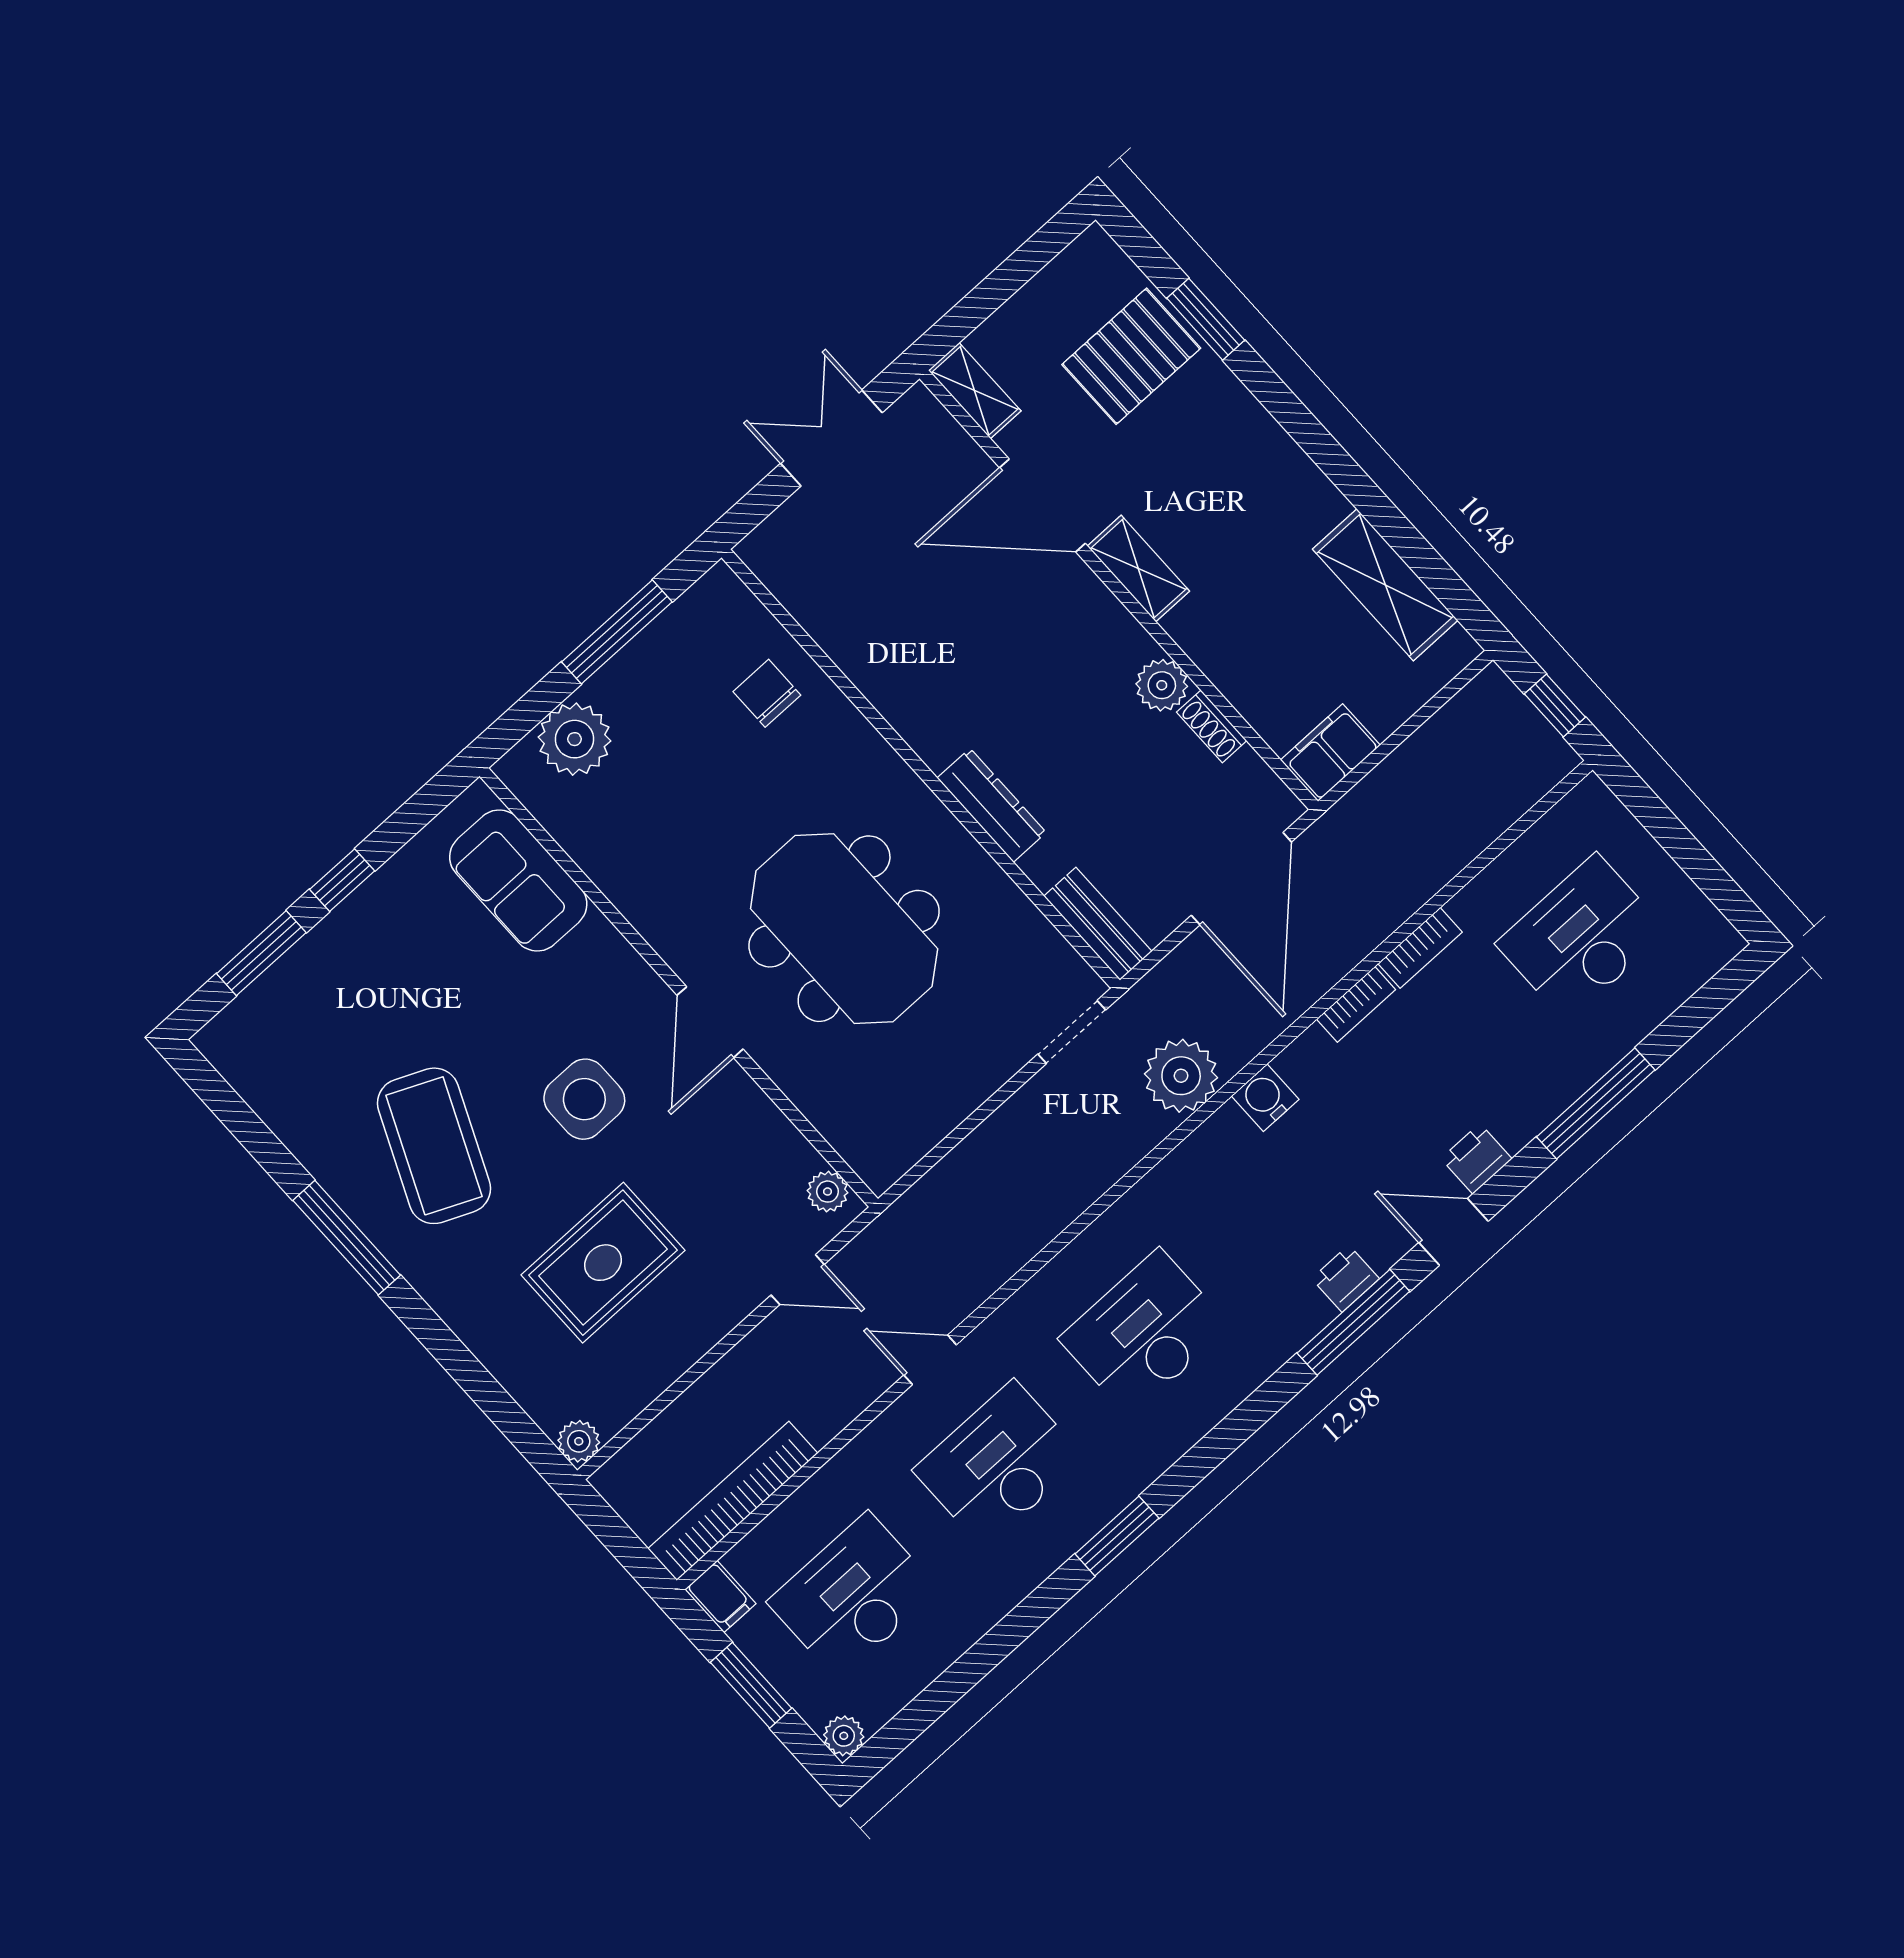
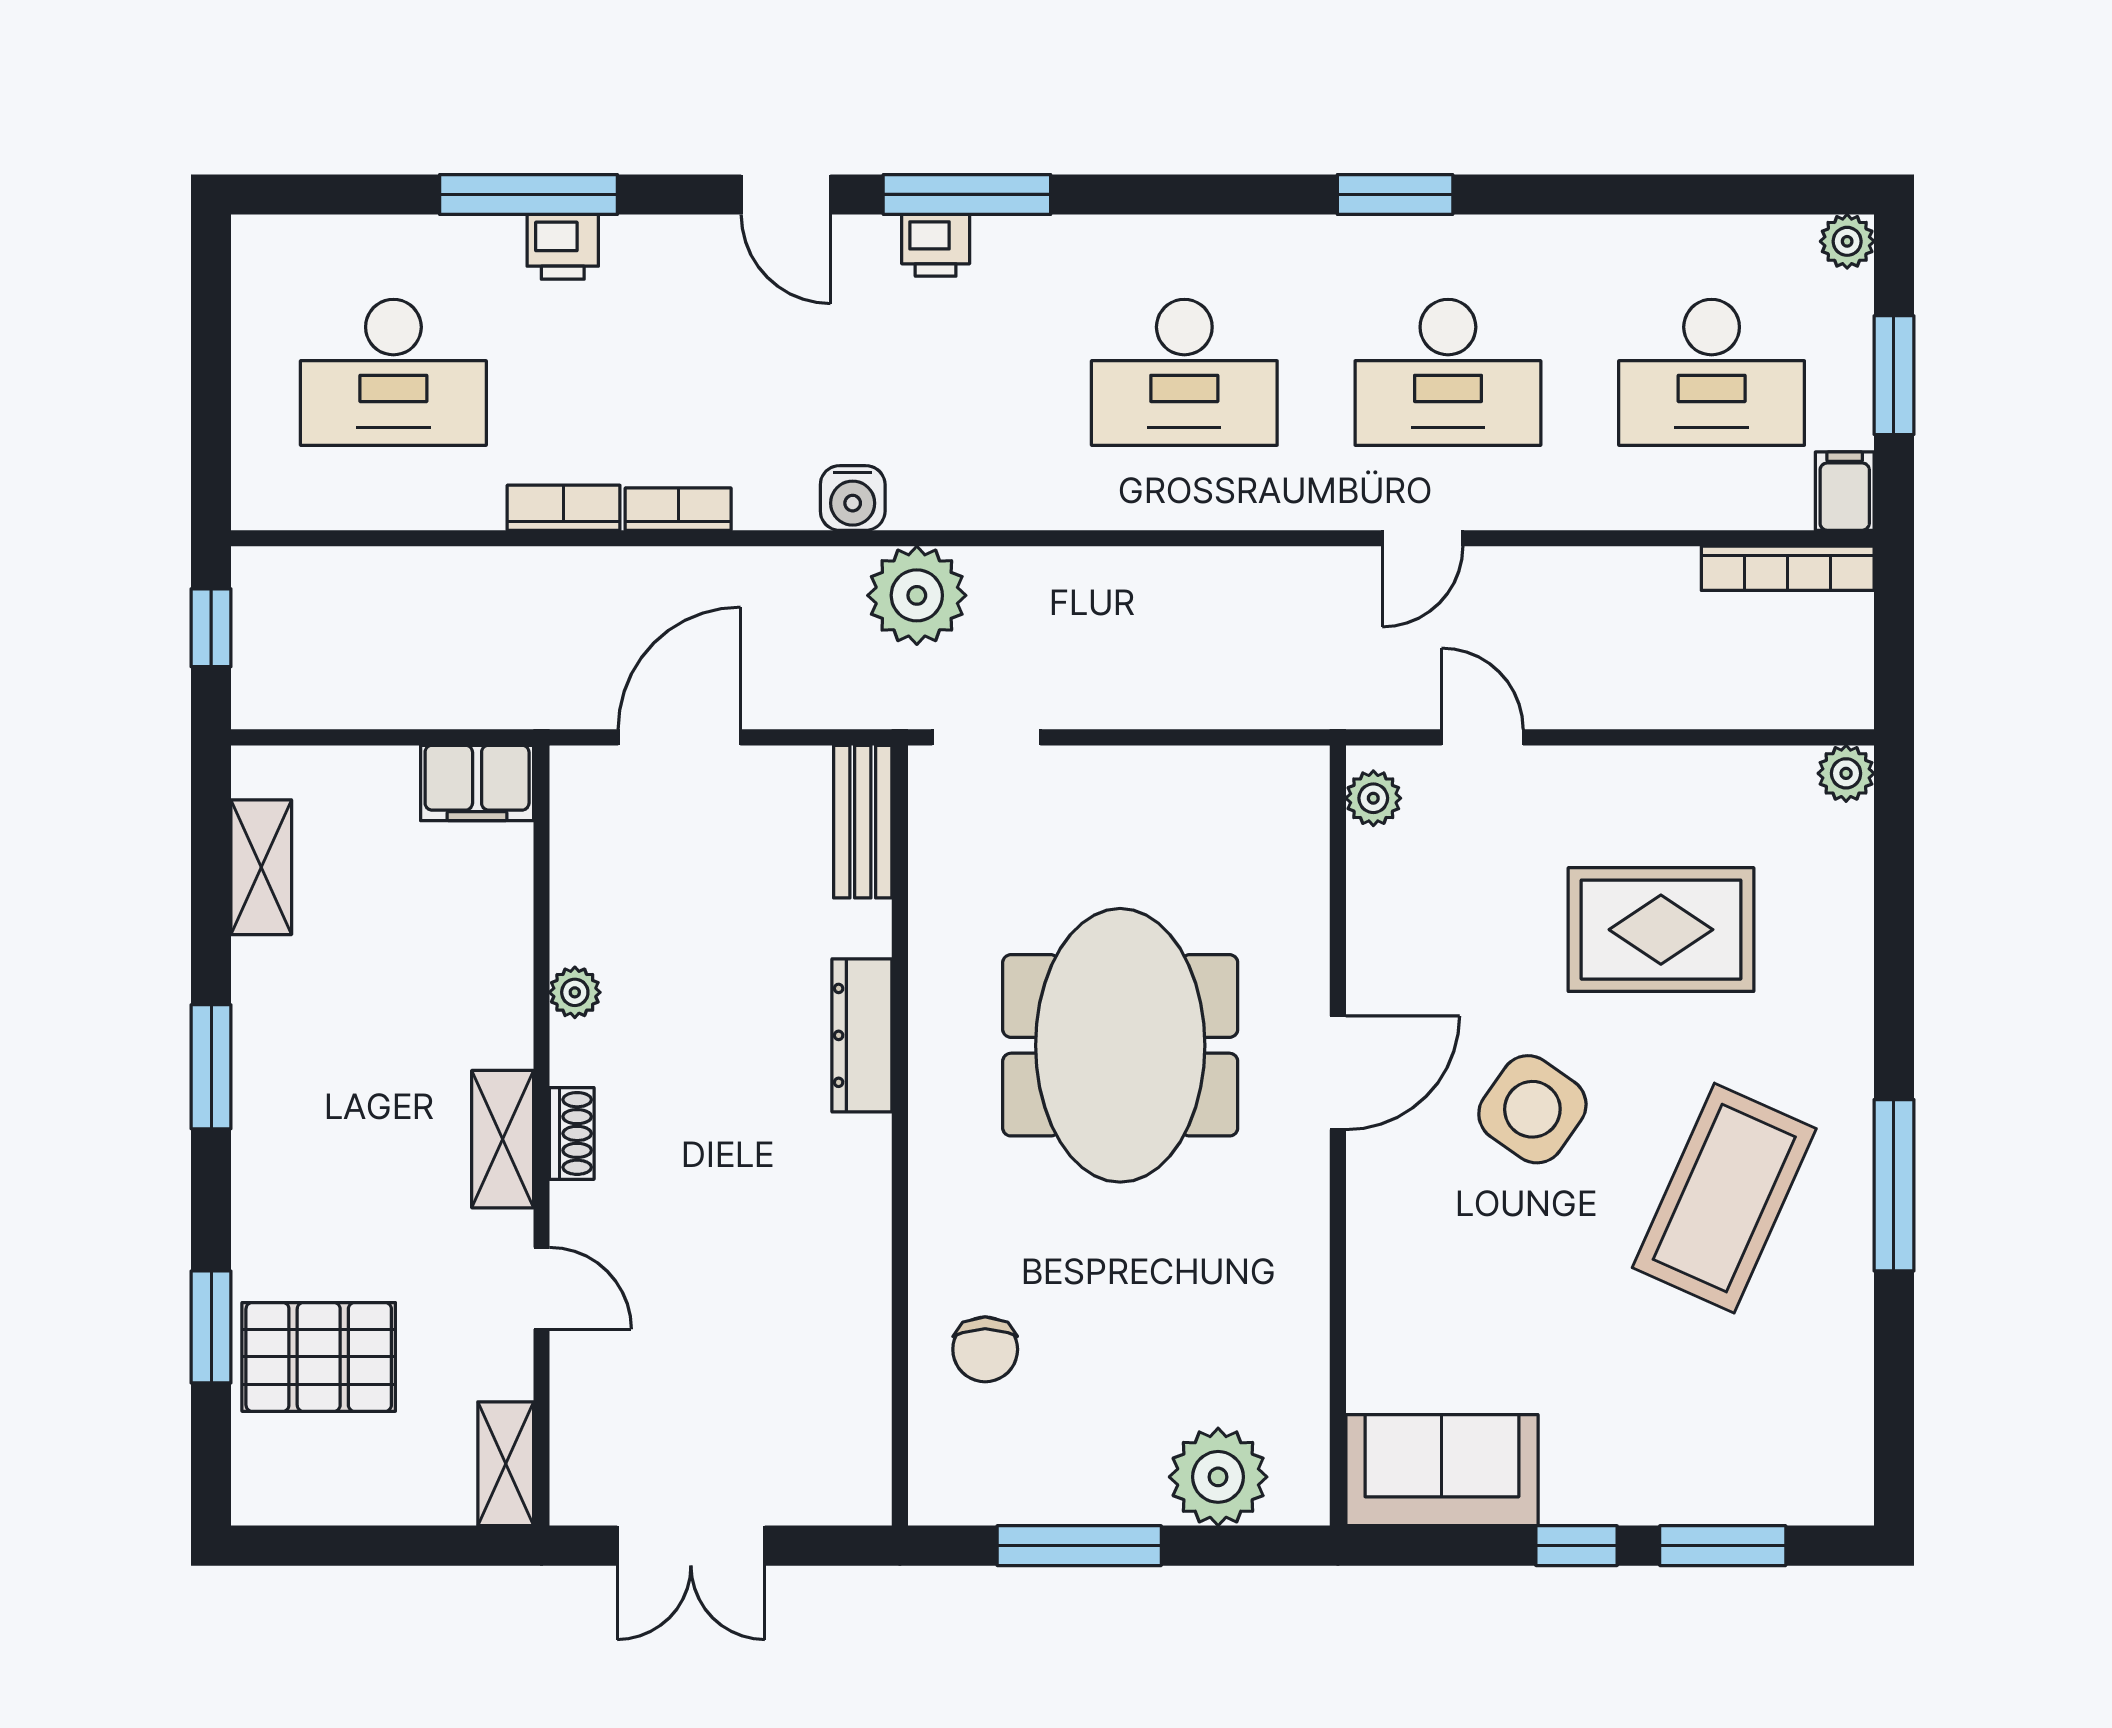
window: (1336, 463) -> (211, 1067), added
door: (1042, 506) -> (541, 1288), width x0.53
shelving: (1385, 585) -> (261, 867), width x0.67, depth x0.75
plant: (1162, 685) -> (575, 992), width x0.73, depth x0.73
shoe rack: (1212, 726) -> (572, 1133), moved
door: (1241, 879) -> (679, 737), width x0.73
sofa: (518, 880) -> (1442, 1470), moved, turned -90
side table: (584, 1099) -> (1532, 1109), turned 35
printer: (1476, 1159) -> (563, 247), moved
door: (930, 1360) -> (1423, 538), hinge flipped
bookcase: (733, 1501) -> (1788, 568), width x0.68, depth x0.76

